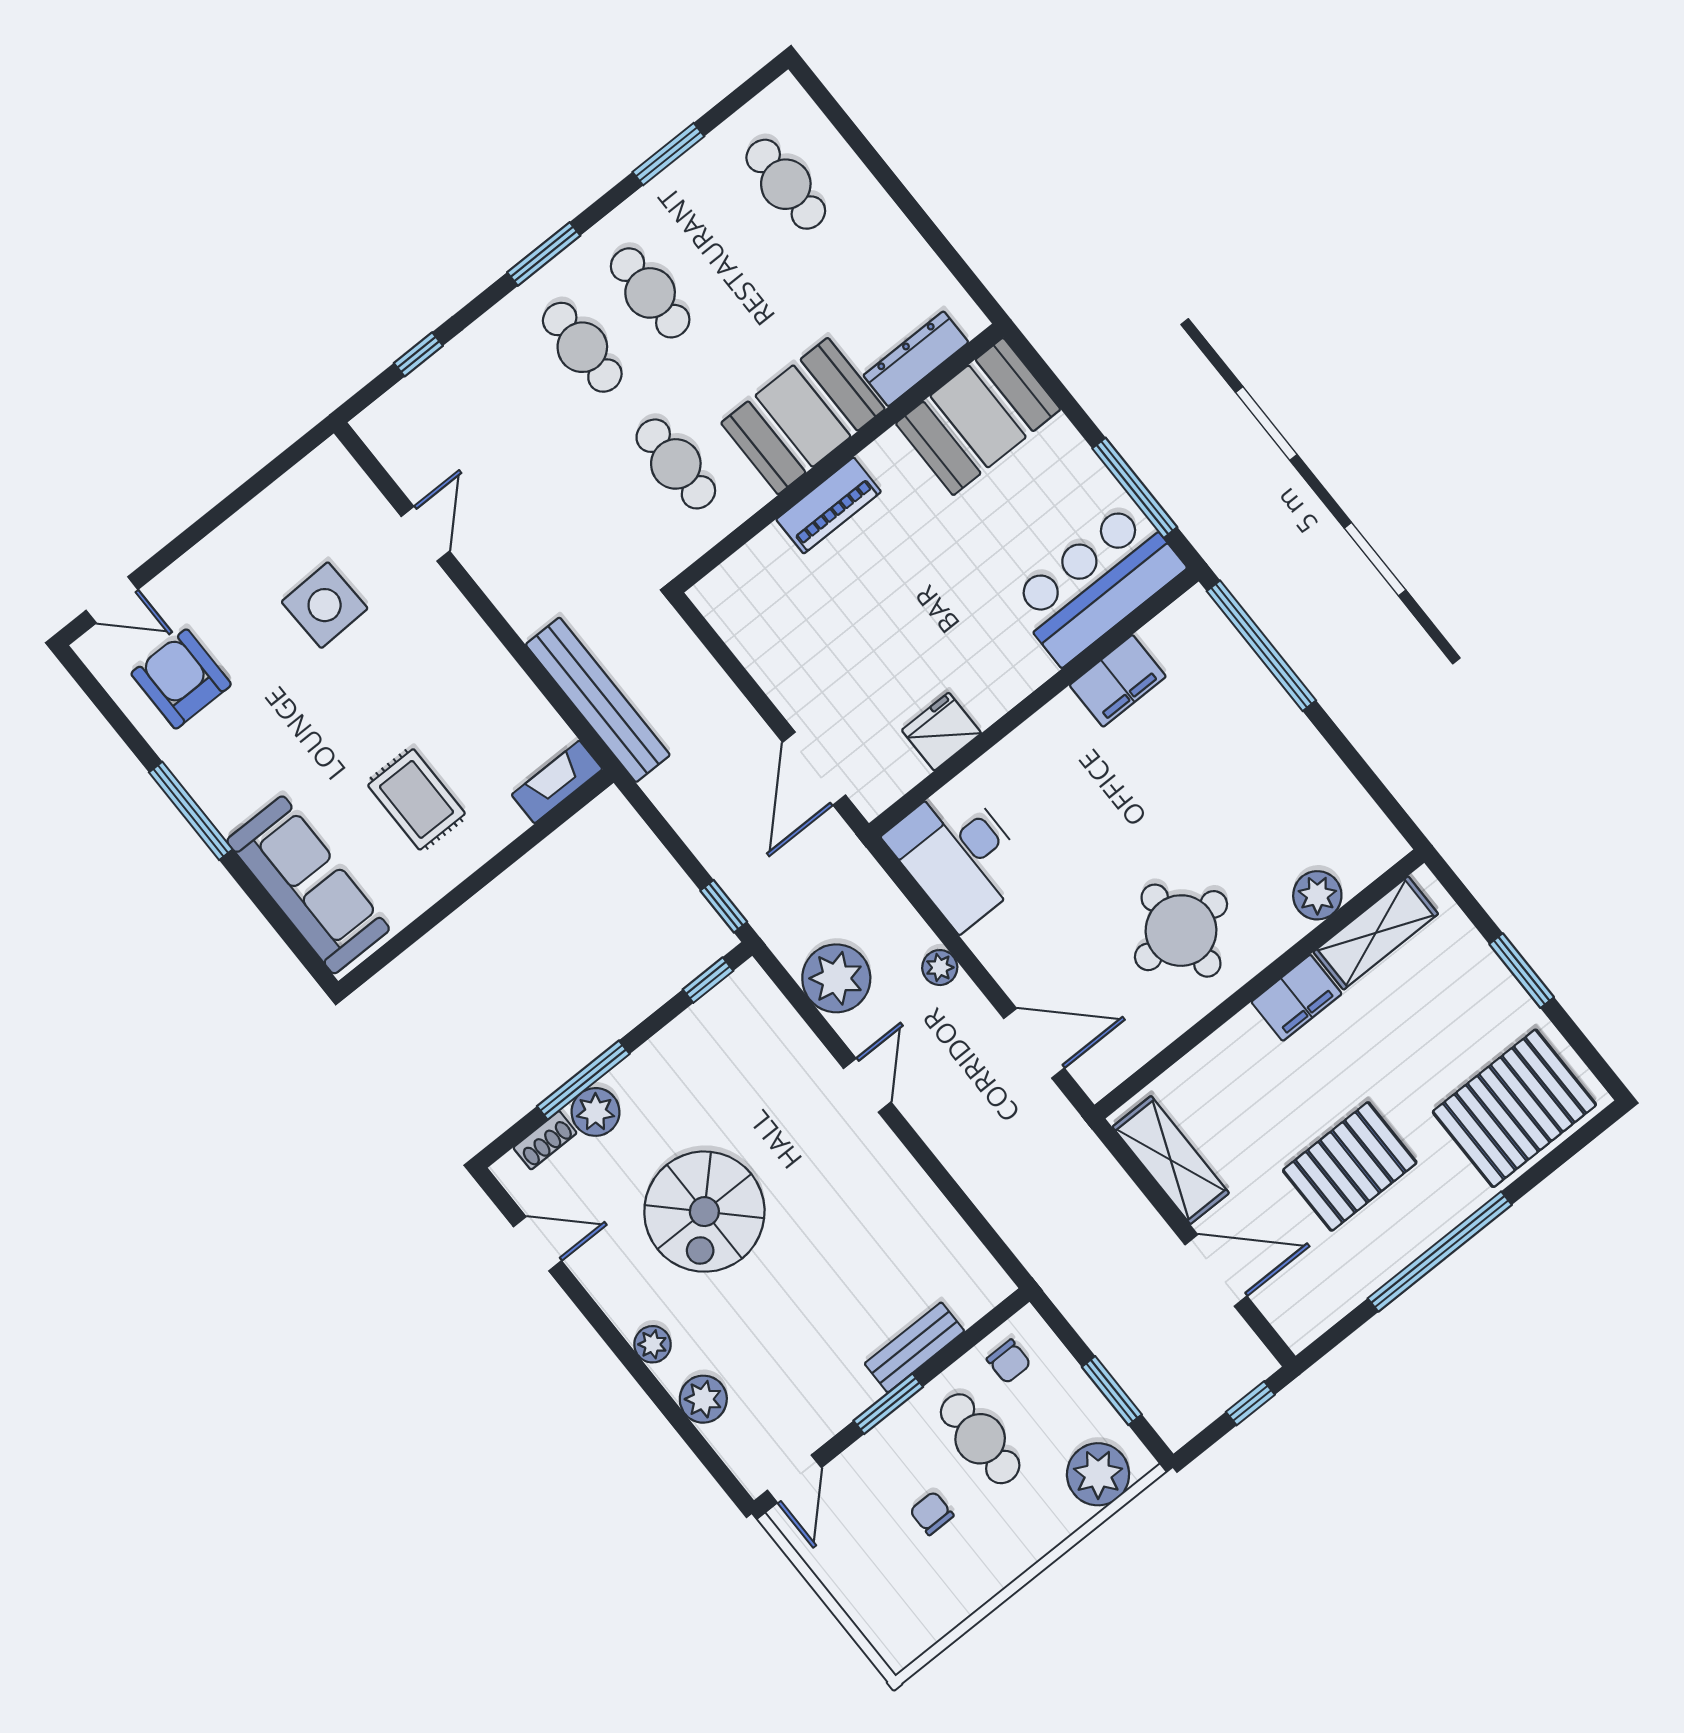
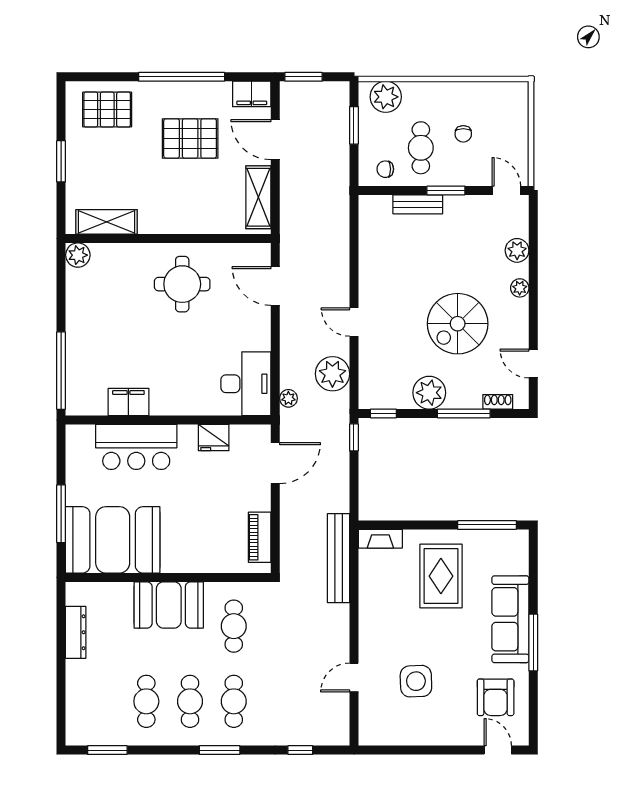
window: (668, 154) -> (107, 750), moved
cafe table: (786, 184) -> (146, 701), moved
dresser: (916, 359) -> (76, 632), moved, turned -90
booth: (978, 416) -> (113, 540), width x1.36, depth x1.42
window: (1135, 488) -> (61, 514), moved
piano: (829, 505) -> (260, 537), moved, turned -90
bar counter: (1097, 583) -> (136, 447), moved
rug: (416, 799) -> (441, 576), width x1.36, depth x1.43
sofa: (308, 885) -> (510, 619), moved
plant: (1317, 895) -> (78, 255), moved
window: (409, 936) -> (487, 525), added
plant: (940, 968) -> (288, 398), moved
filing cabinet: (1297, 998) -> (252, 94), moved, turned 180
door: (867, 1085) -> (354, 322), hinge flipped
pallet: (1514, 1108) -> (107, 110), width x0.73, depth x0.71
plant: (596, 1112) -> (429, 393), moved, width x1.36, depth x1.36
spiral stairs: (704, 1212) -> (458, 324), turned 180
chair: (1009, 1361) -> (385, 169), turned -90
window: (1250, 1403) -> (304, 77), width x1.50
door: (794, 1479) -> (506, 190), hinge flipped

